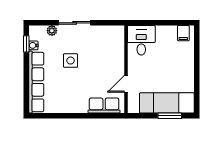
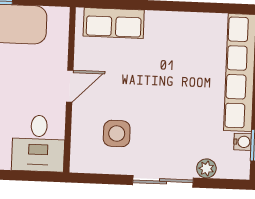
side table: (71, 61) -> (117, 133), moved
door: (126, 84) -> (70, 86), moved

